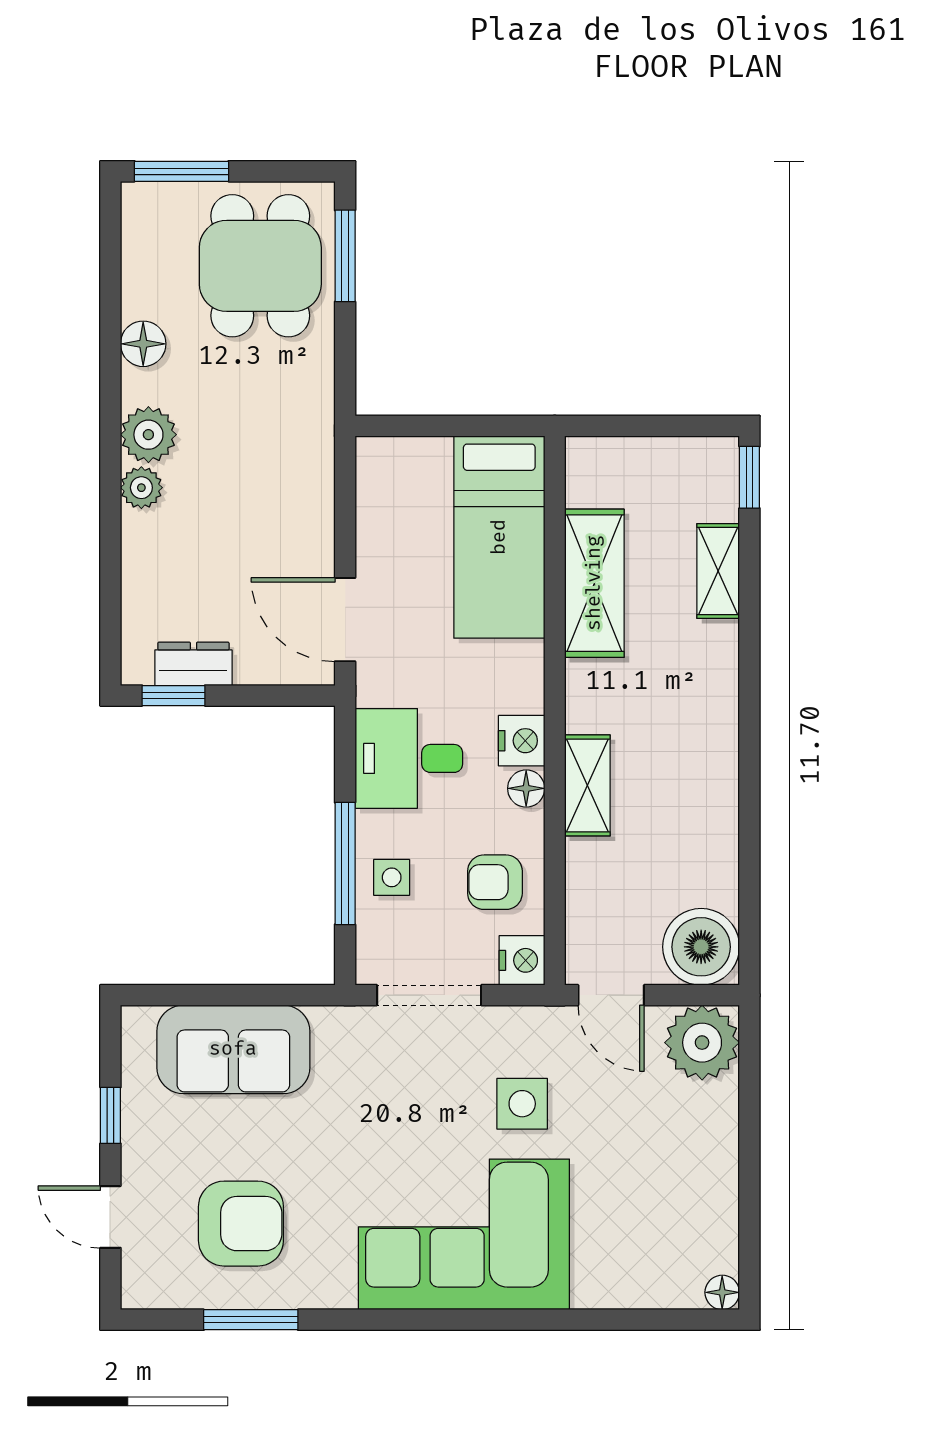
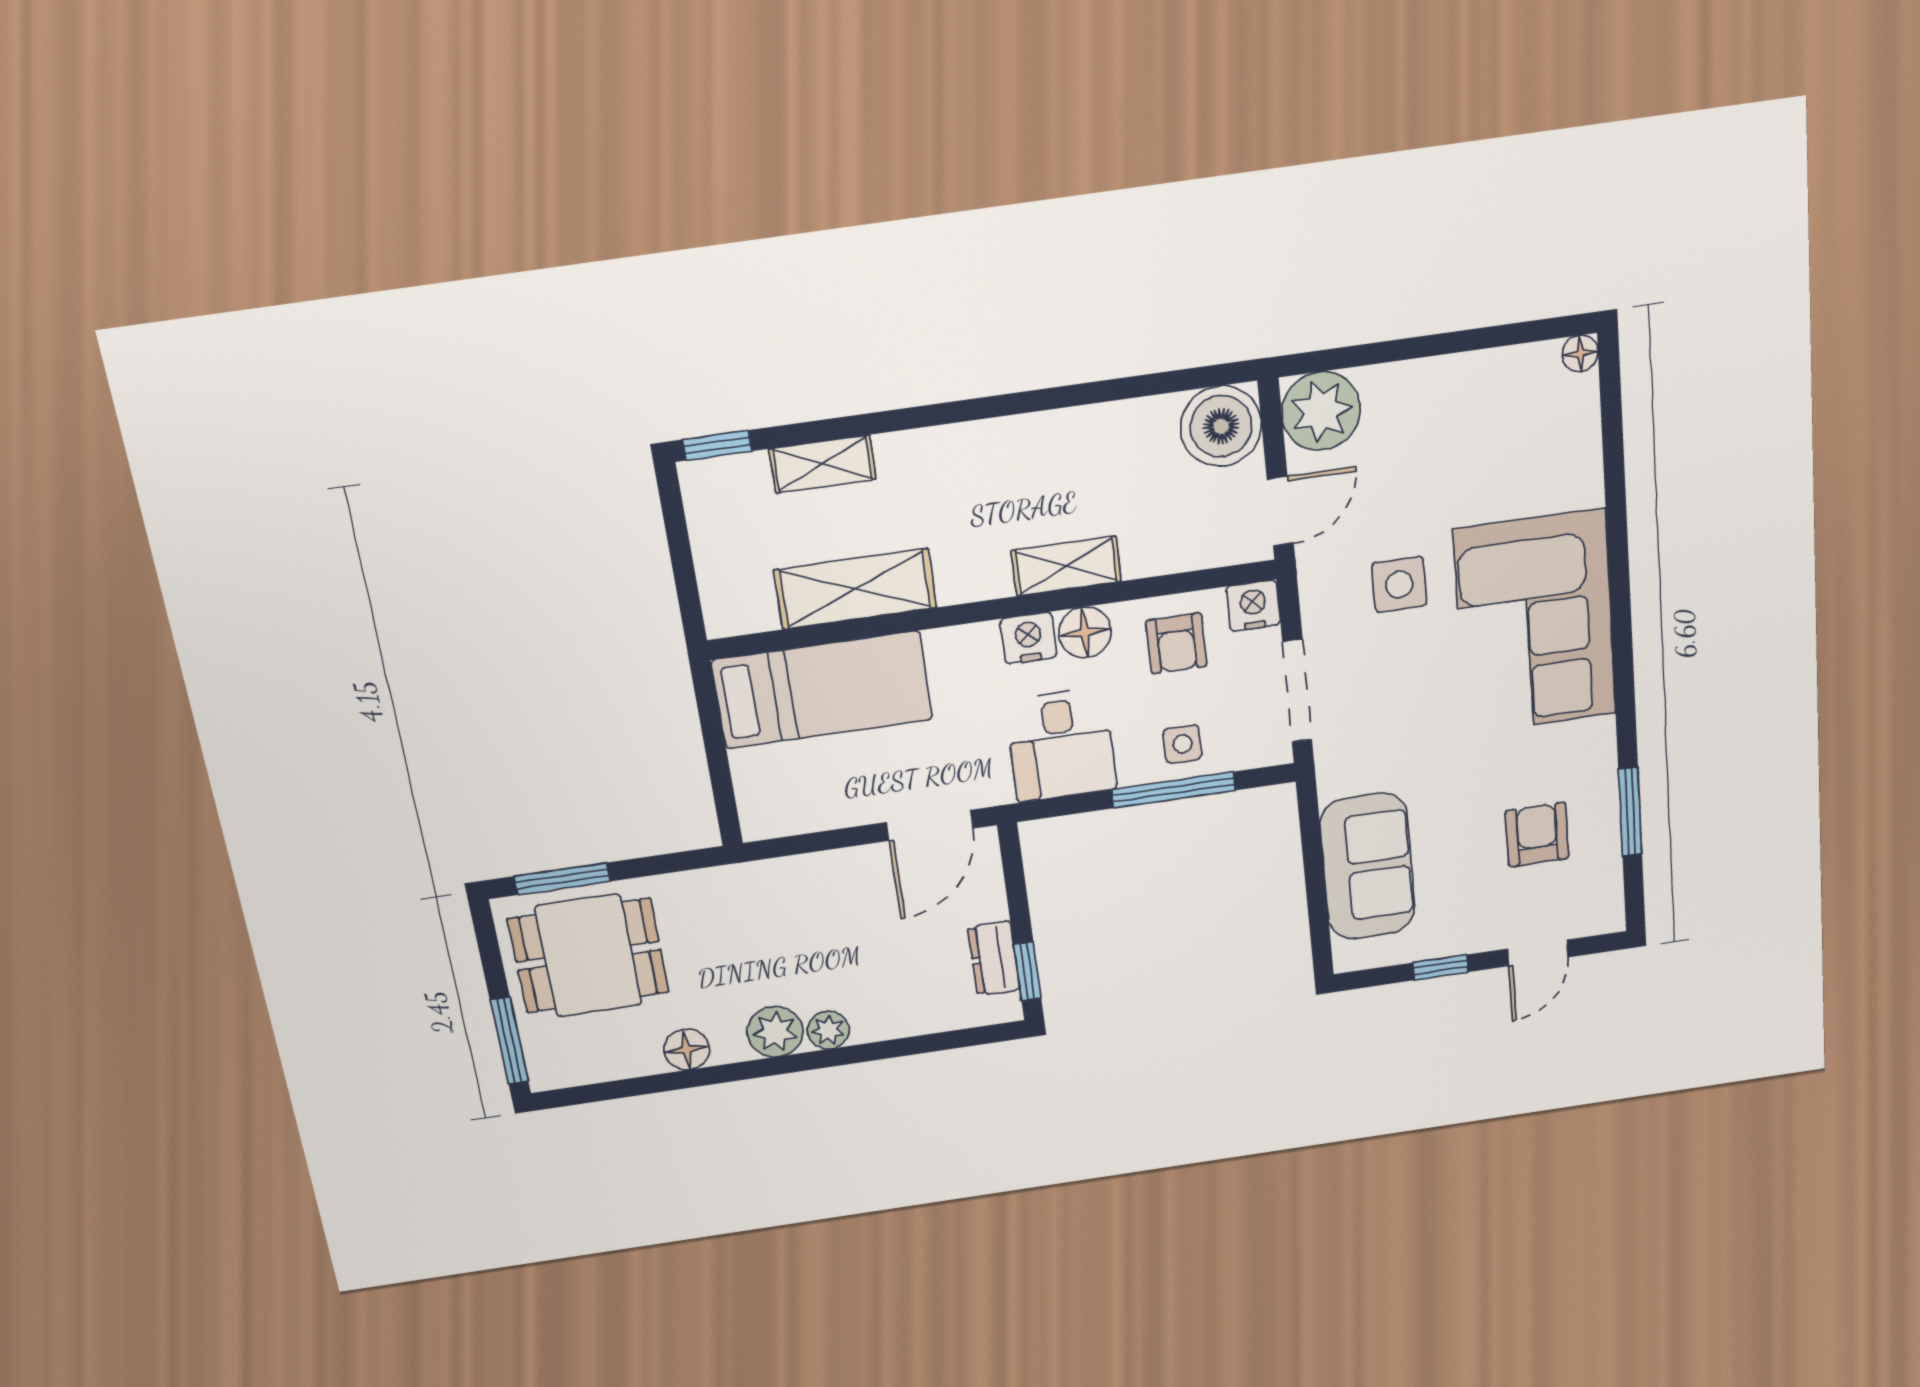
floor lamp: (526, 788) -> (1085, 632), width x1.37, depth x1.37
armchair: (241, 1224) -> (1537, 835), width x0.72, depth x0.72

